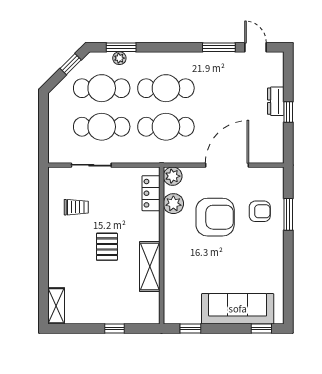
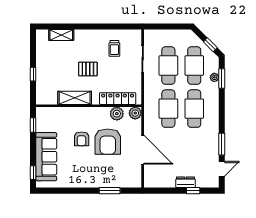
window: (288, 112) -> (193, 191), moved
locker: (151, 193) -> (118, 99), width x1.53
armchair: (260, 211) -> (82, 139), moved
shelving: (56, 306) -> (61, 35), moved

